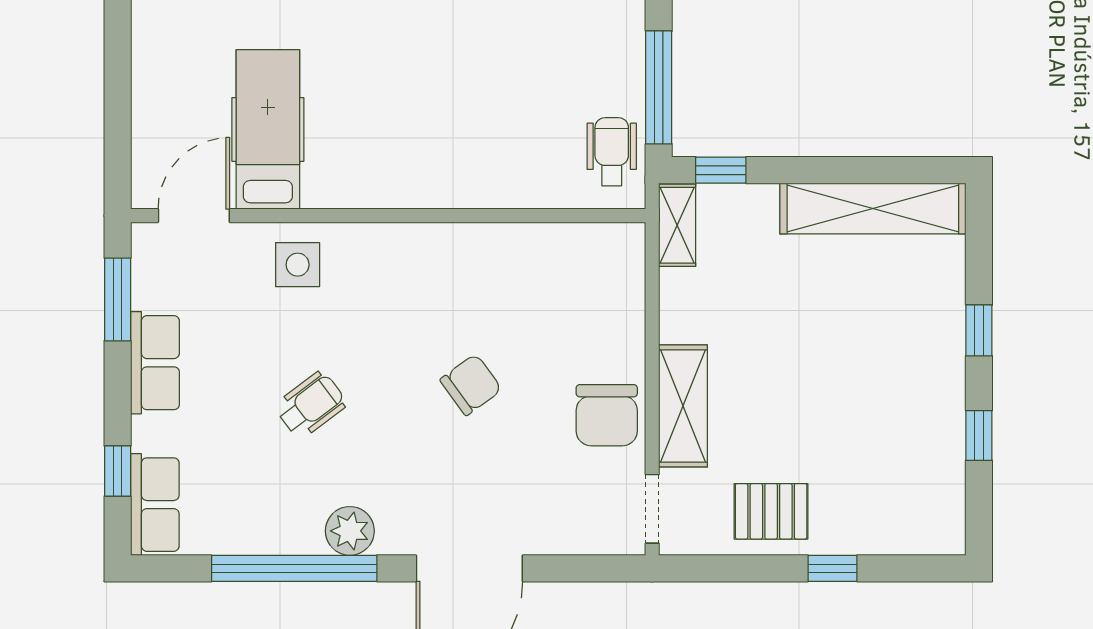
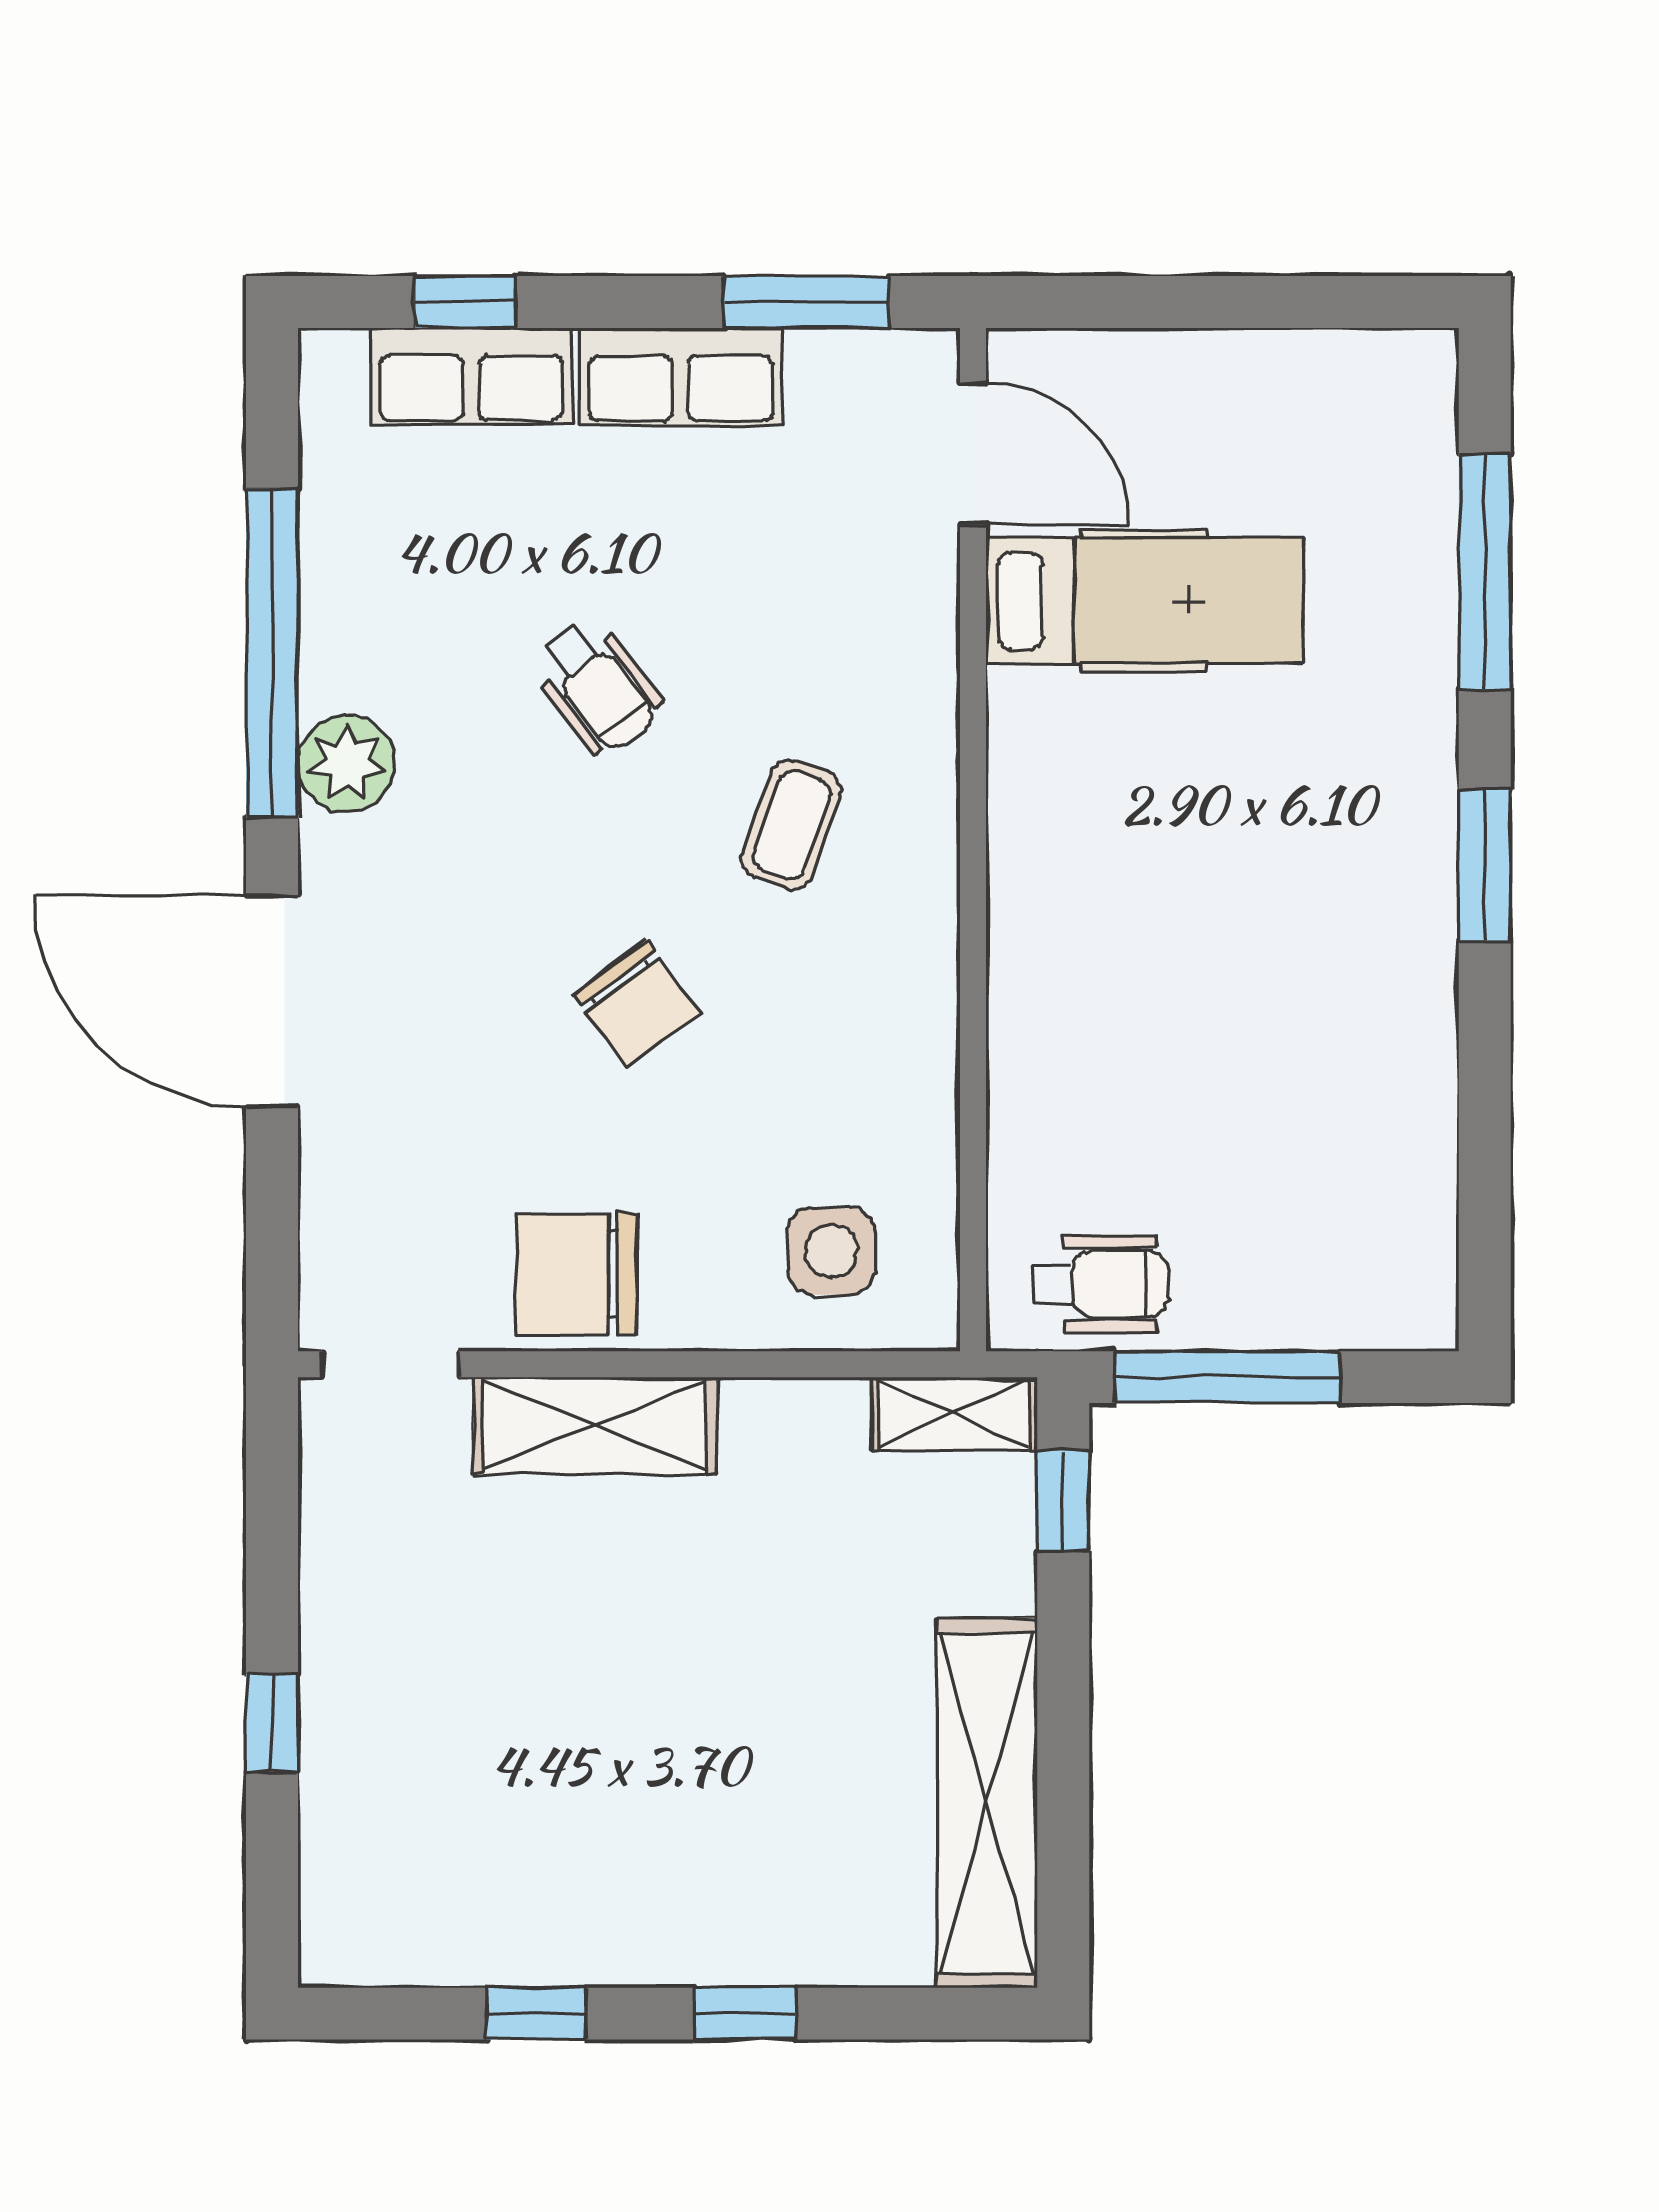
side table: (298, 265) -> (831, 1251), moved
coffee table: (381, 307) -> (792, 825), added
row of seats: (155, 505) -> (471, 376), moved
pallet: (771, 511) -> (385, 1601), removed

